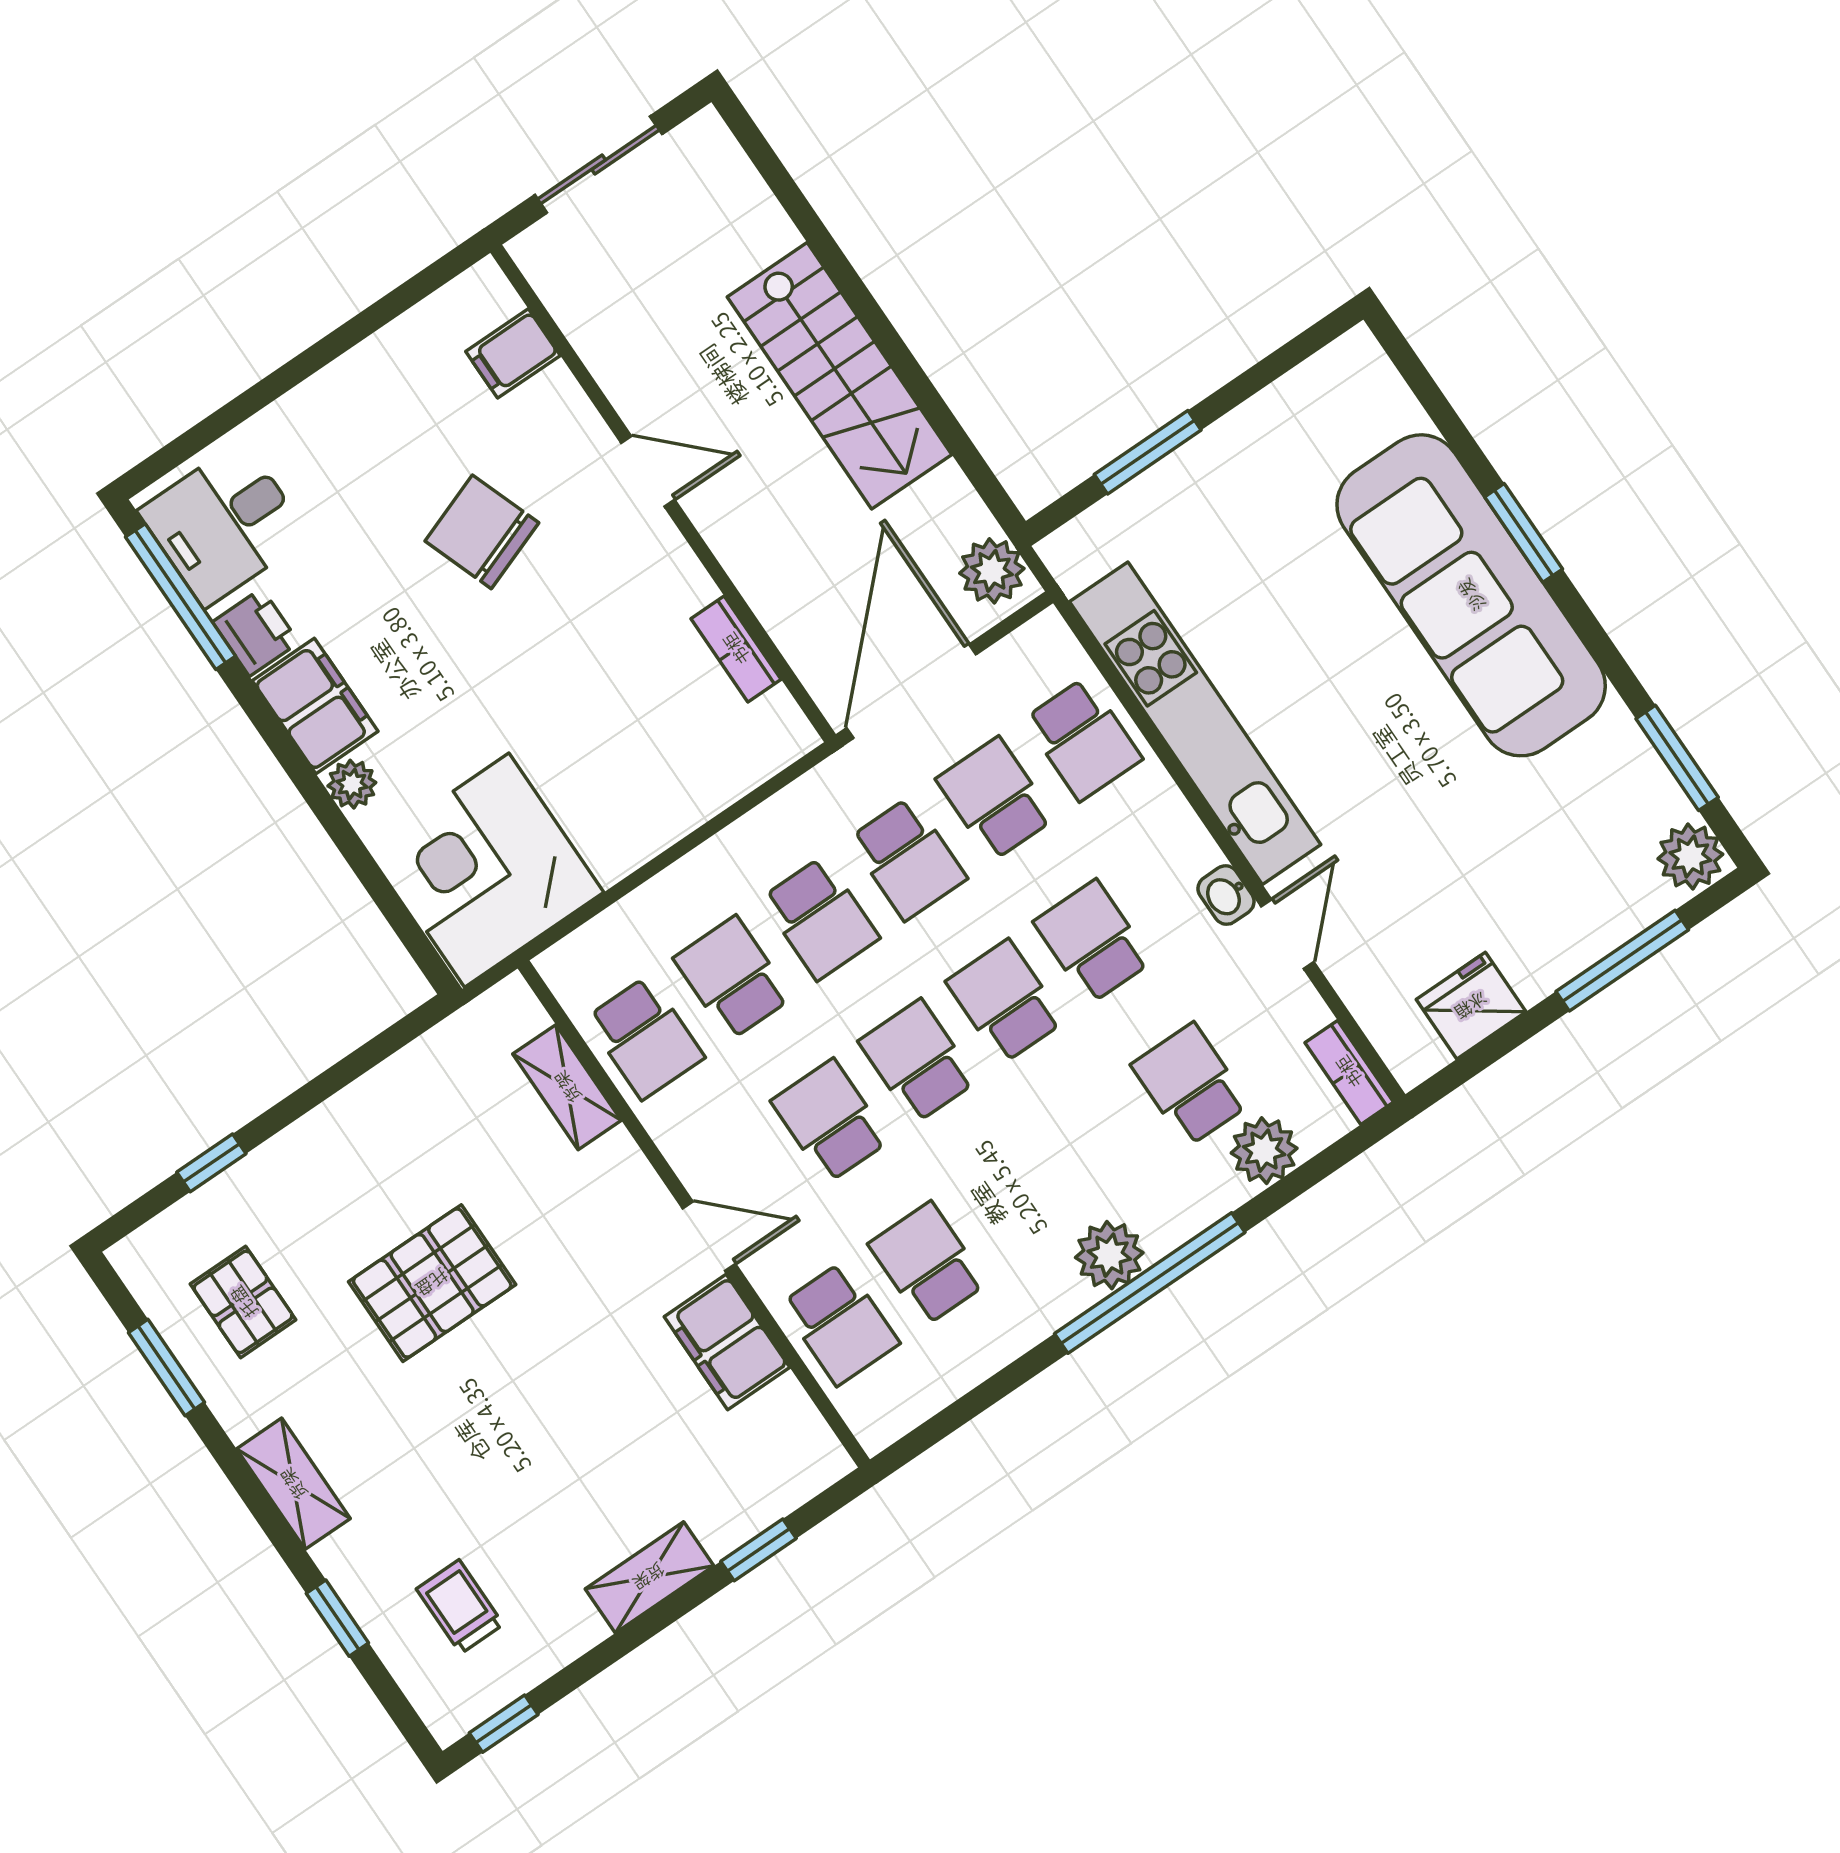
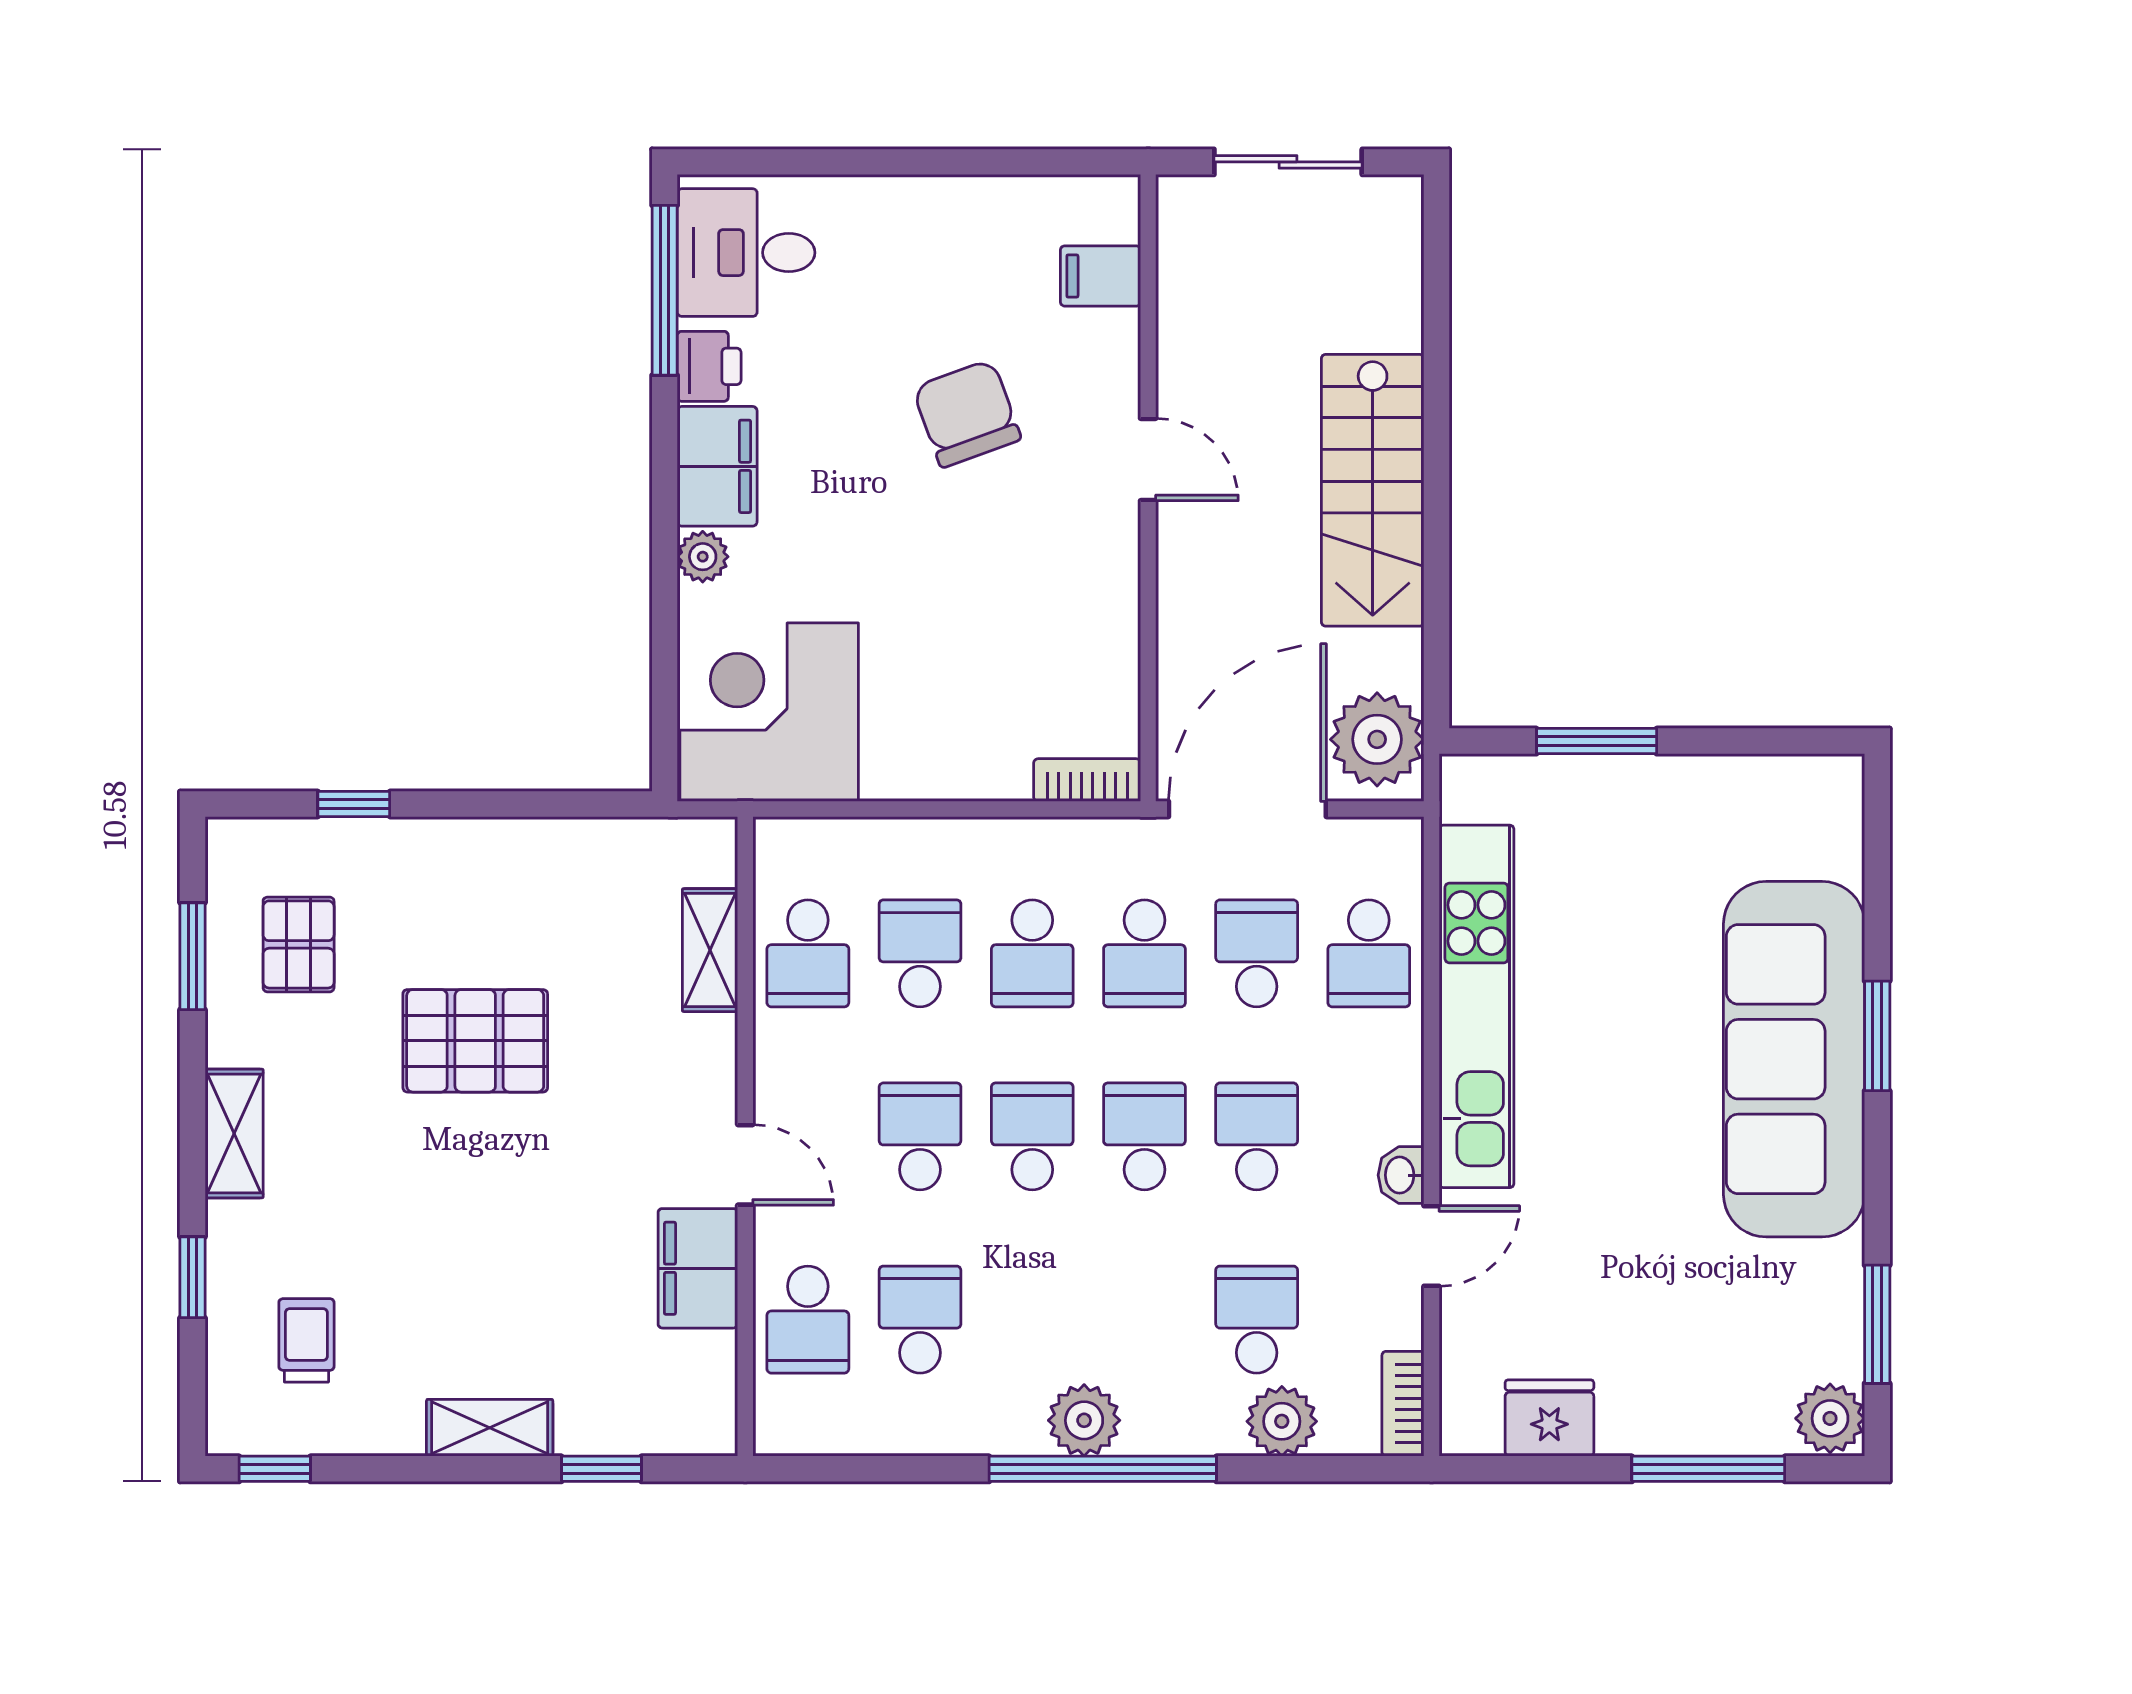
plant: (992, 571) -> (1377, 739), width x1.36, depth x1.36
bookcase: (736, 649) -> (1087, 780), moved, turned 90

